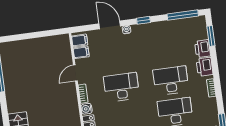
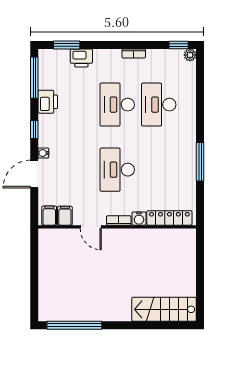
printer: (205, 67) -> (48, 102), moved, turned -90

